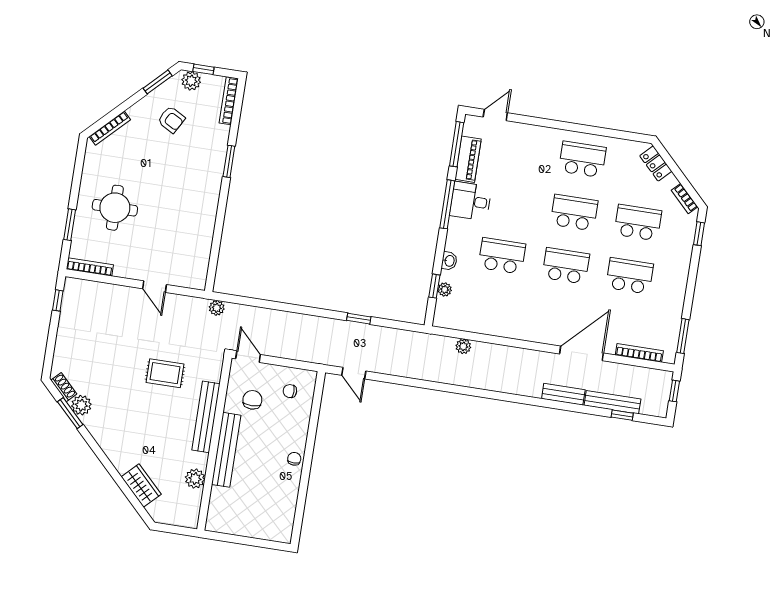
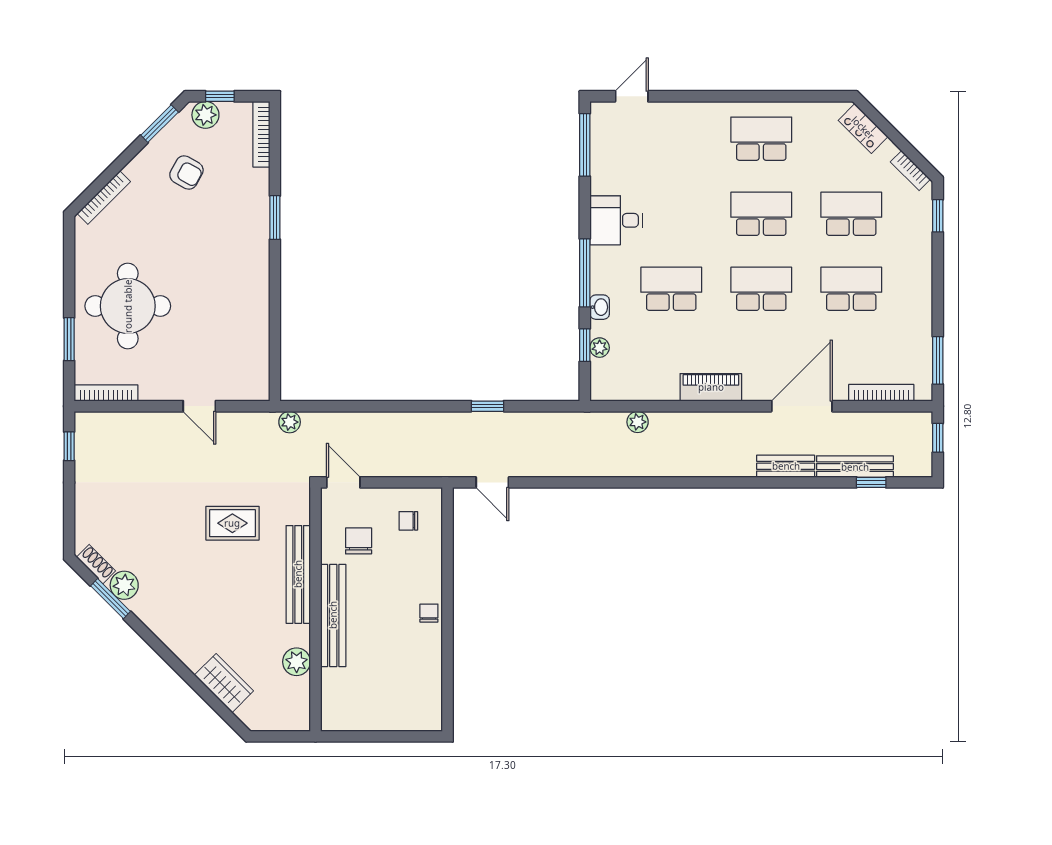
piano: (468, 159) -> (711, 387), moved, turned -90
window: (447, 204) -> (585, 273), moved
round table: (115, 208) -> (128, 306), width x1.36, depth x1.36

